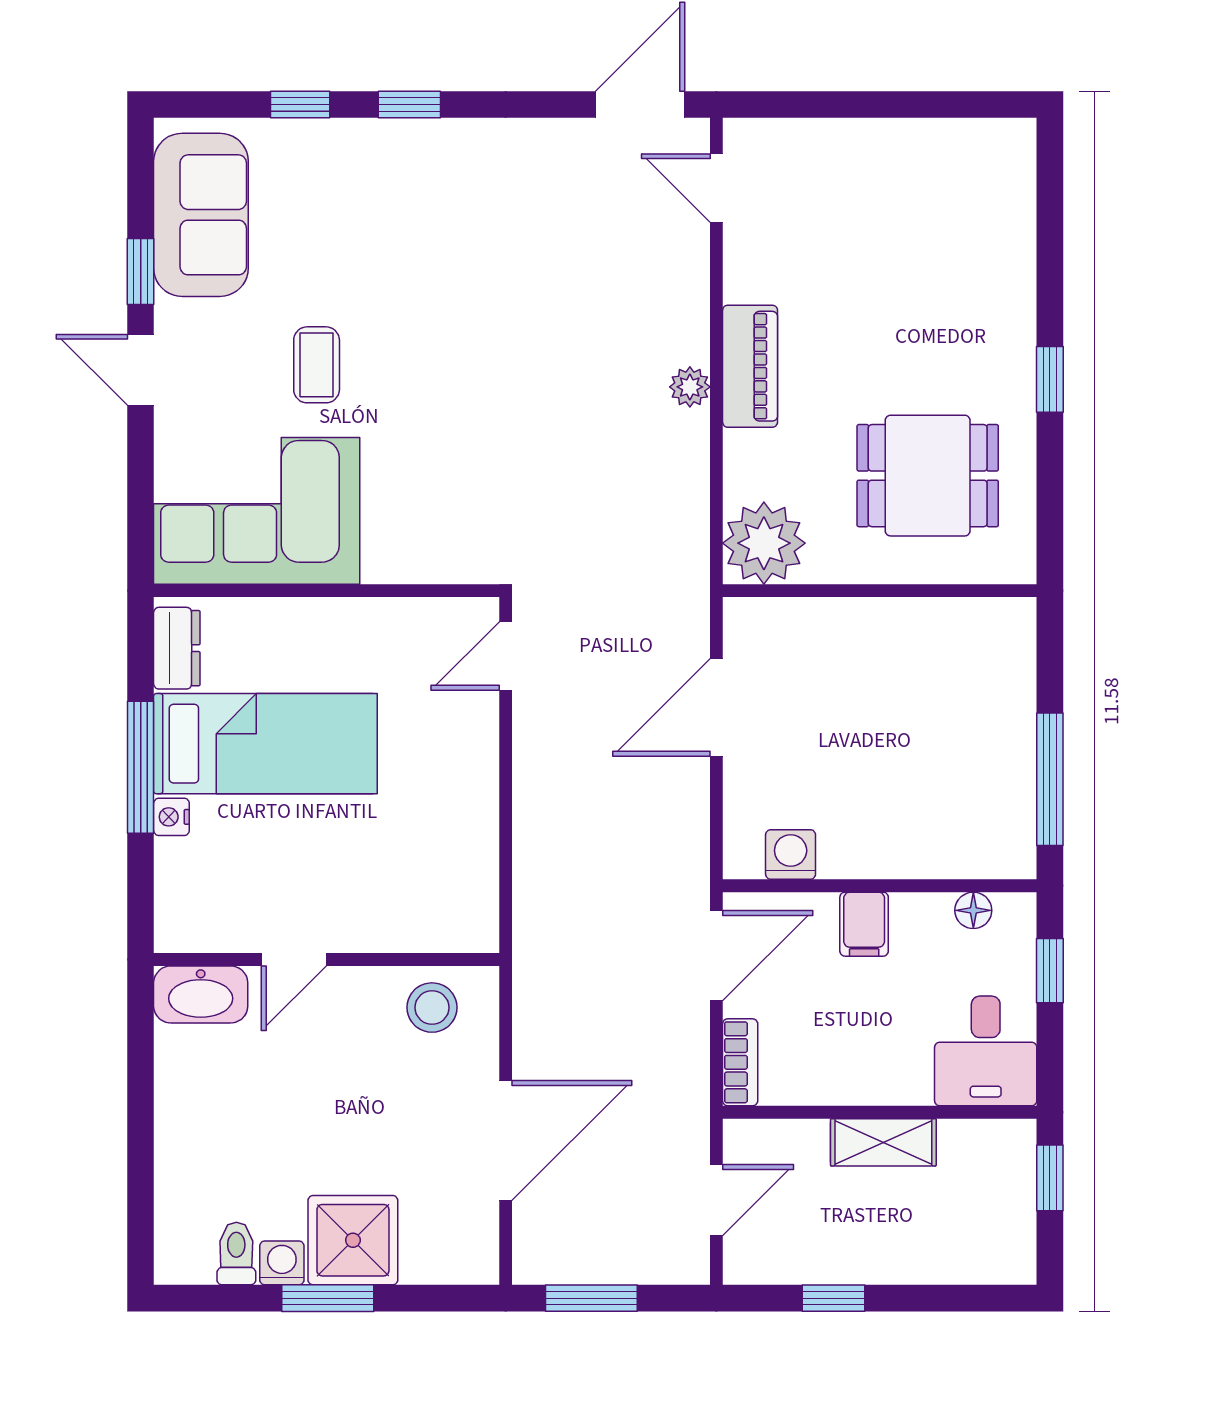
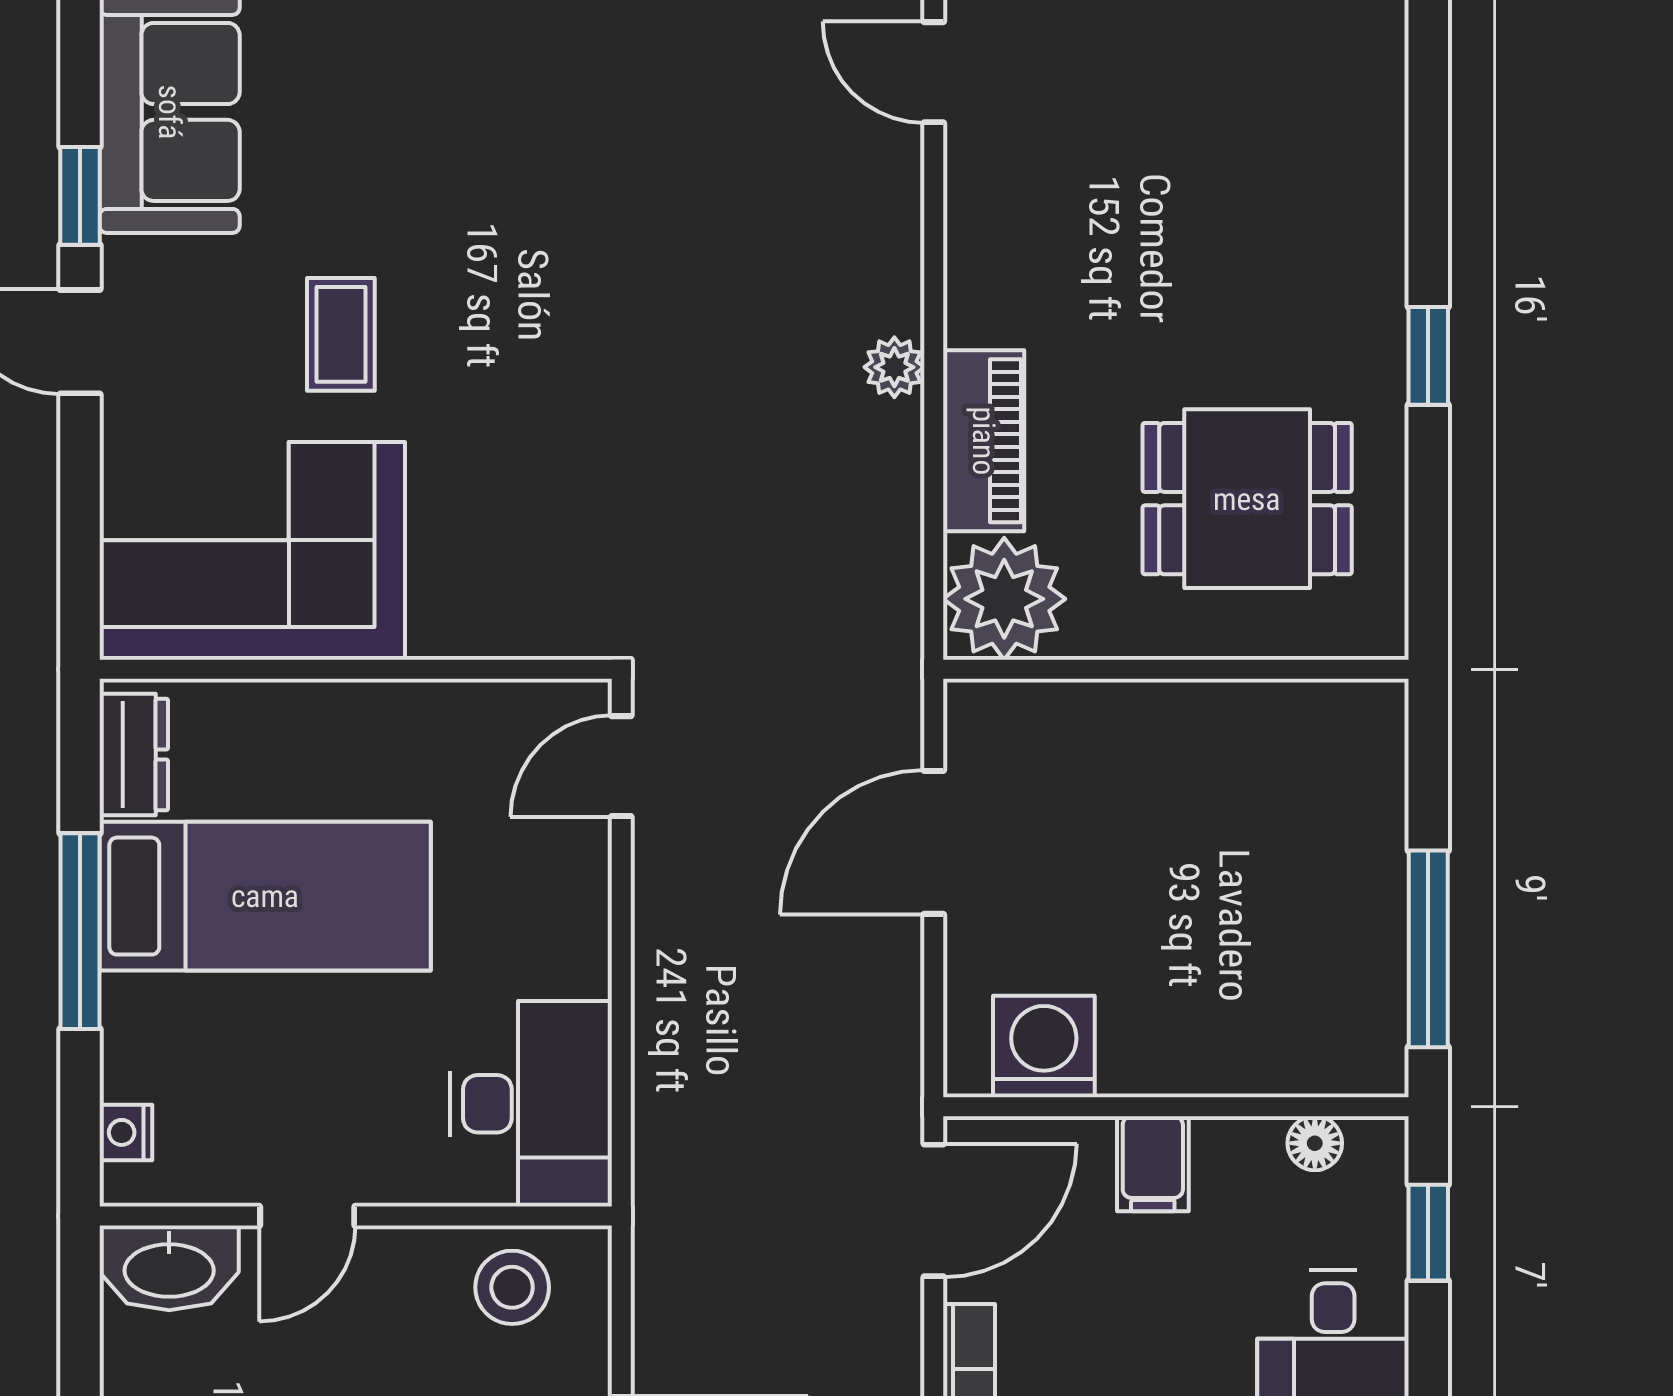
piano: (750, 366) -> (984, 441), moved
nightstand: (171, 817) -> (126, 1132), moved
washing machine: (791, 854) -> (1044, 1046), width x1.38, depth x1.38
desk: (445, 884) -> (531, 1104), added

